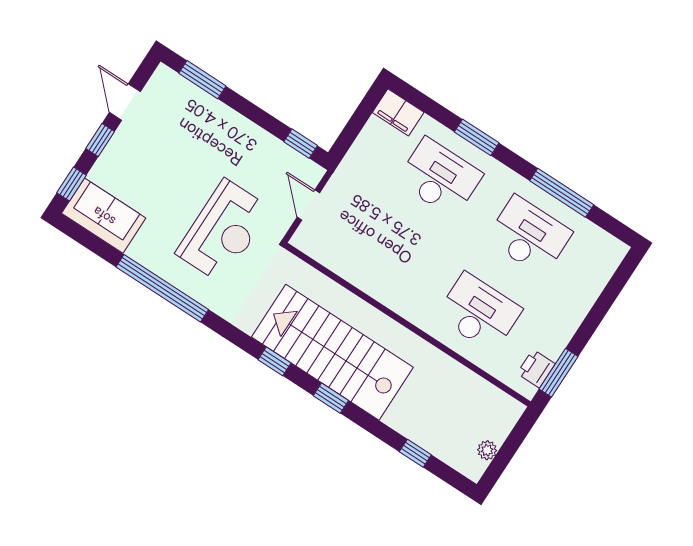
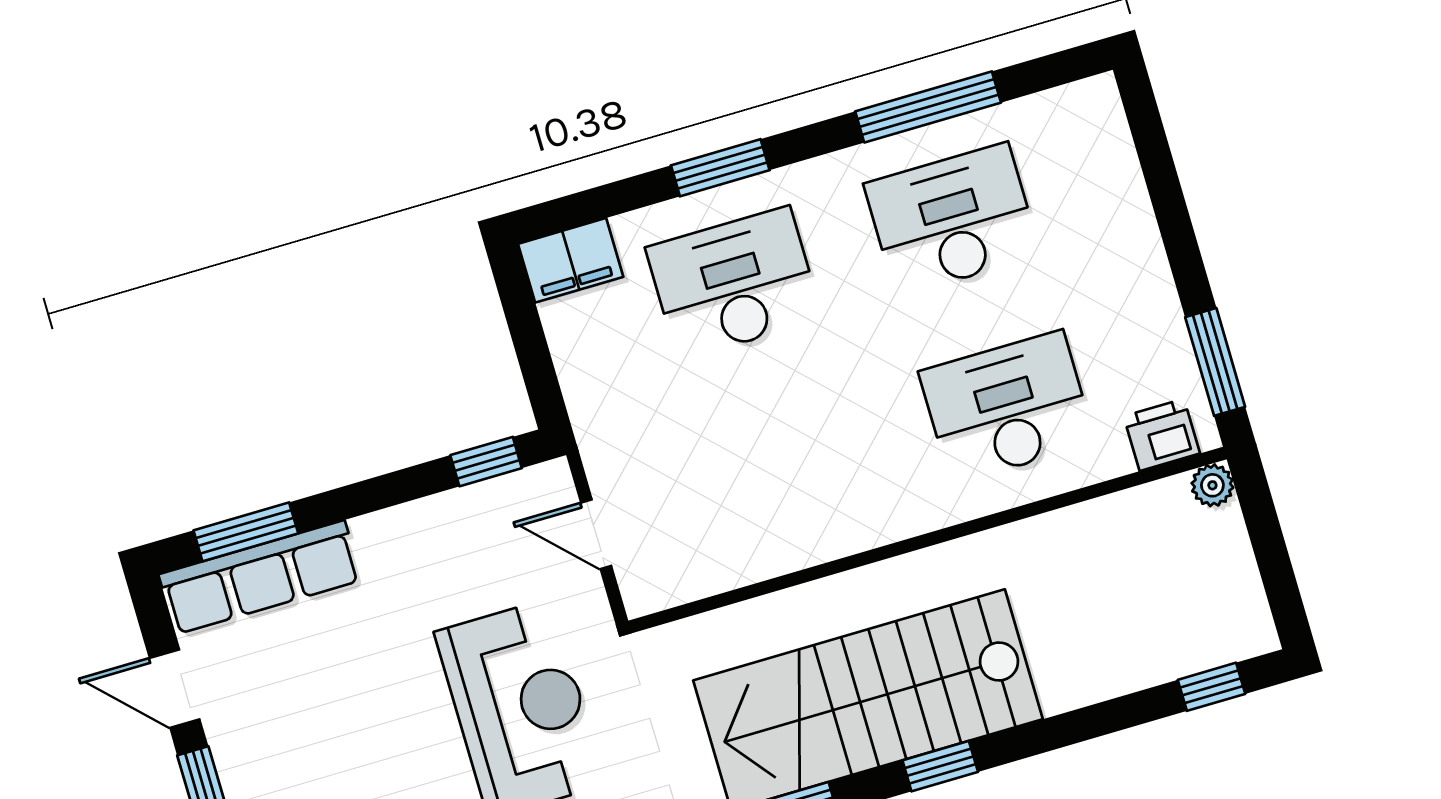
row of seats: (191, 99) -> (260, 577), added
printer: (536, 369) -> (1162, 435), moved, turned 90
plant: (487, 450) -> (1212, 485), moved
window: (415, 453) -> (1211, 687), moved

